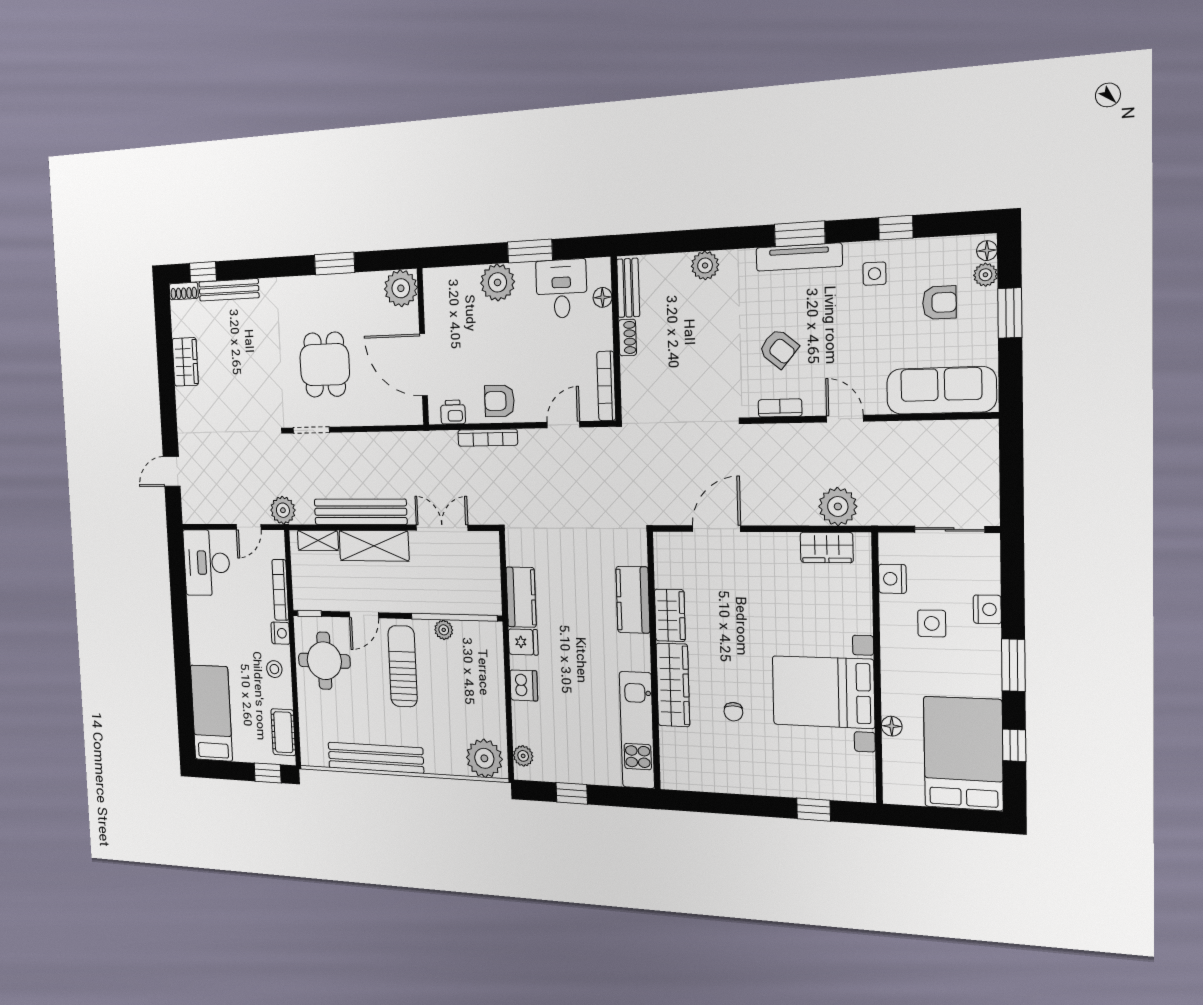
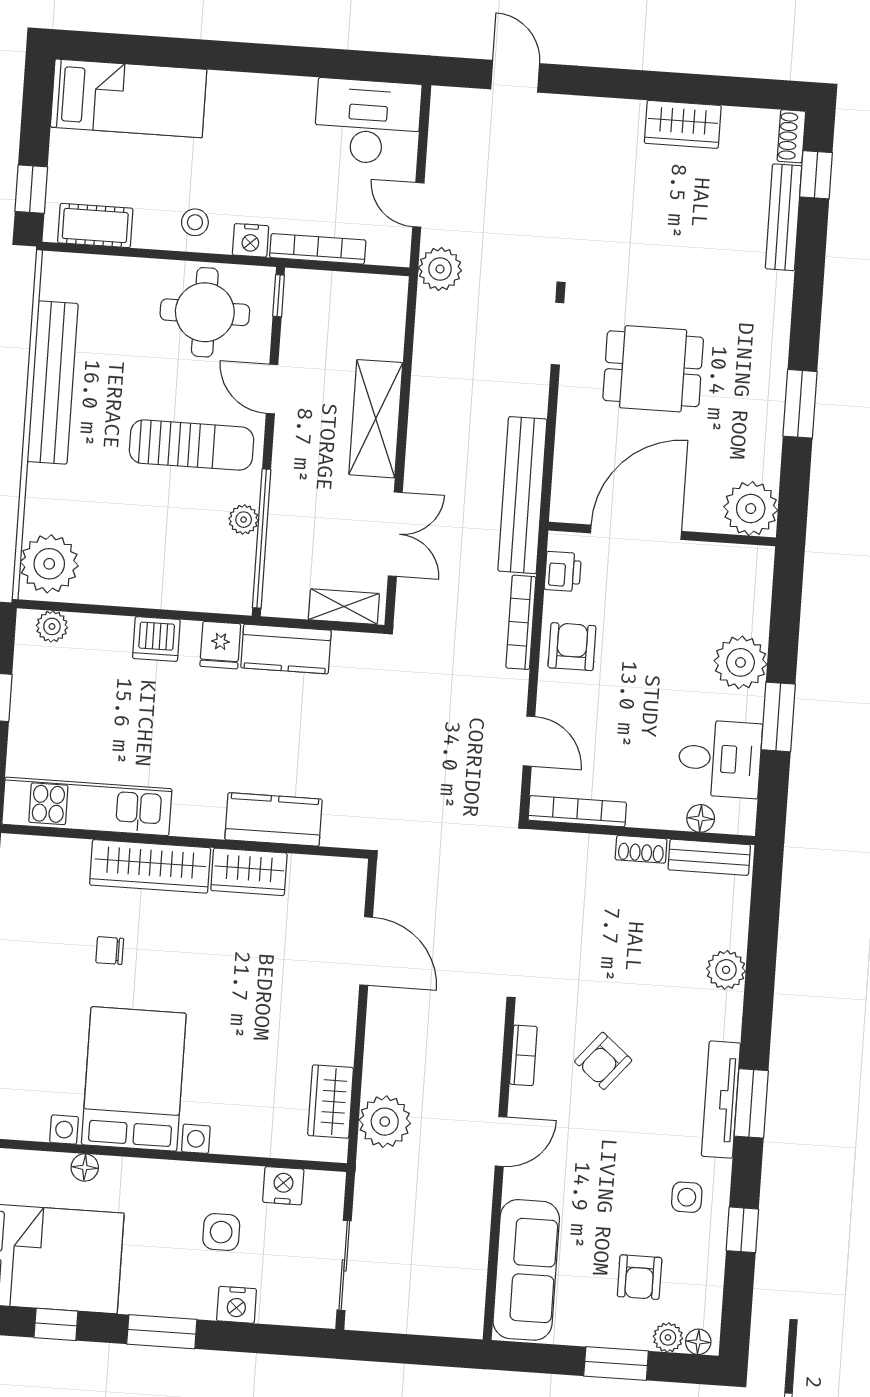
bench: (360, 512) -> (522, 495), moved
shelving: (318, 540) -> (344, 607), moved, turned 90

